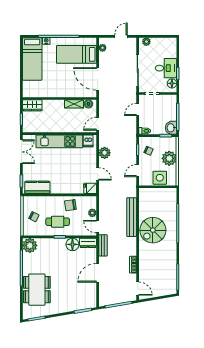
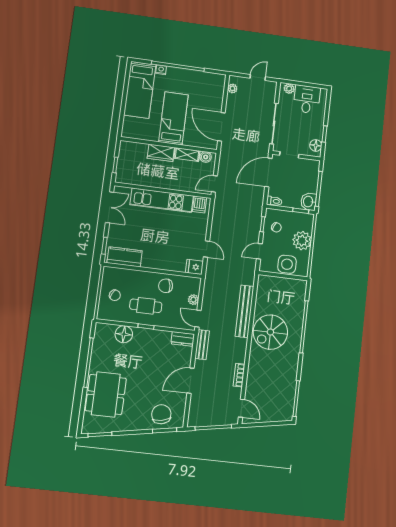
bed: (76, 54) -> (173, 118), moved, turned 90
desk: (166, 68) -> (307, 99), moved, turned -90
wardrobe: (32, 105) -> (161, 153), moved
door: (138, 109) -> (268, 172), width x1.87
plant: (105, 153) -> (219, 223), removed
floor lamp: (72, 244) -> (124, 334), moved
plant: (30, 245) -> (104, 333), removed
chair: (79, 299) -> (161, 414), added

